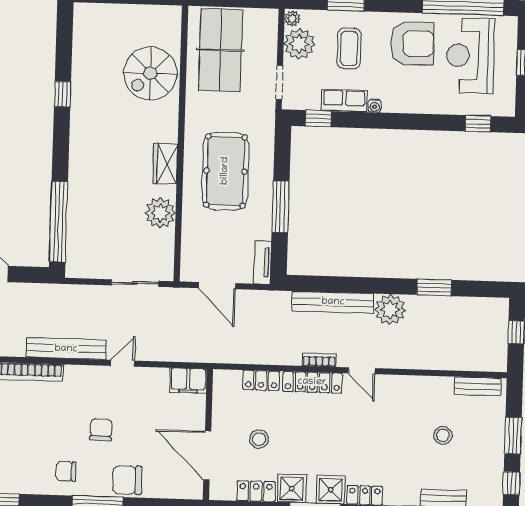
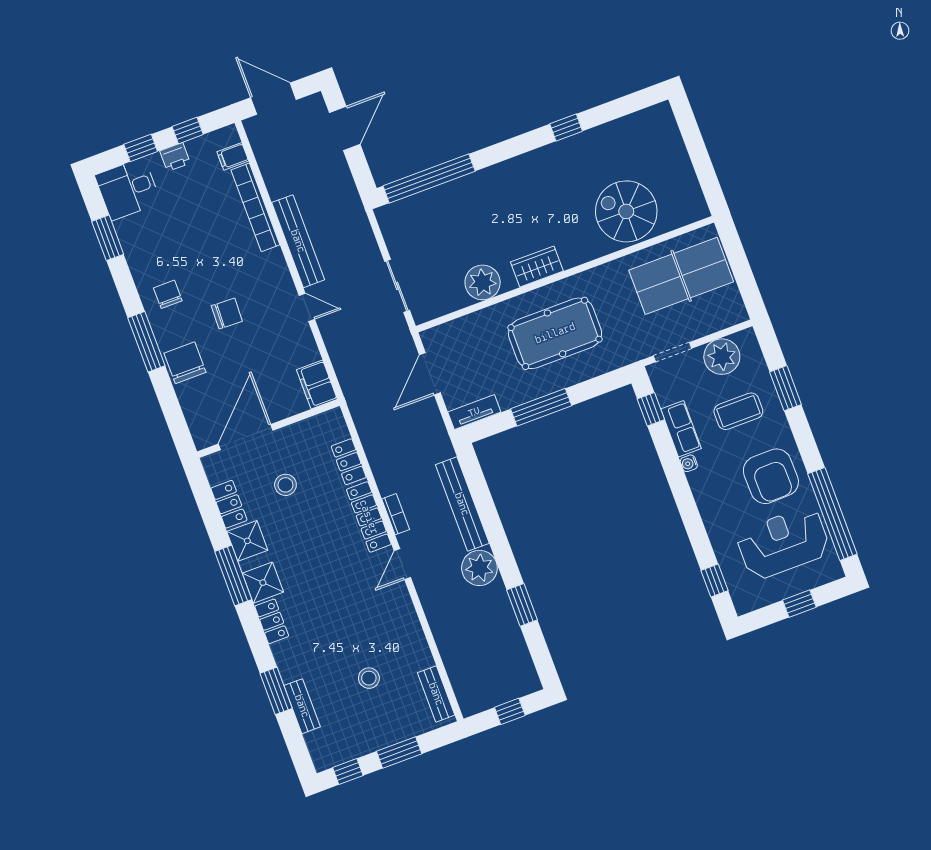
plant: (292, 19) -> (746, 338), removed

